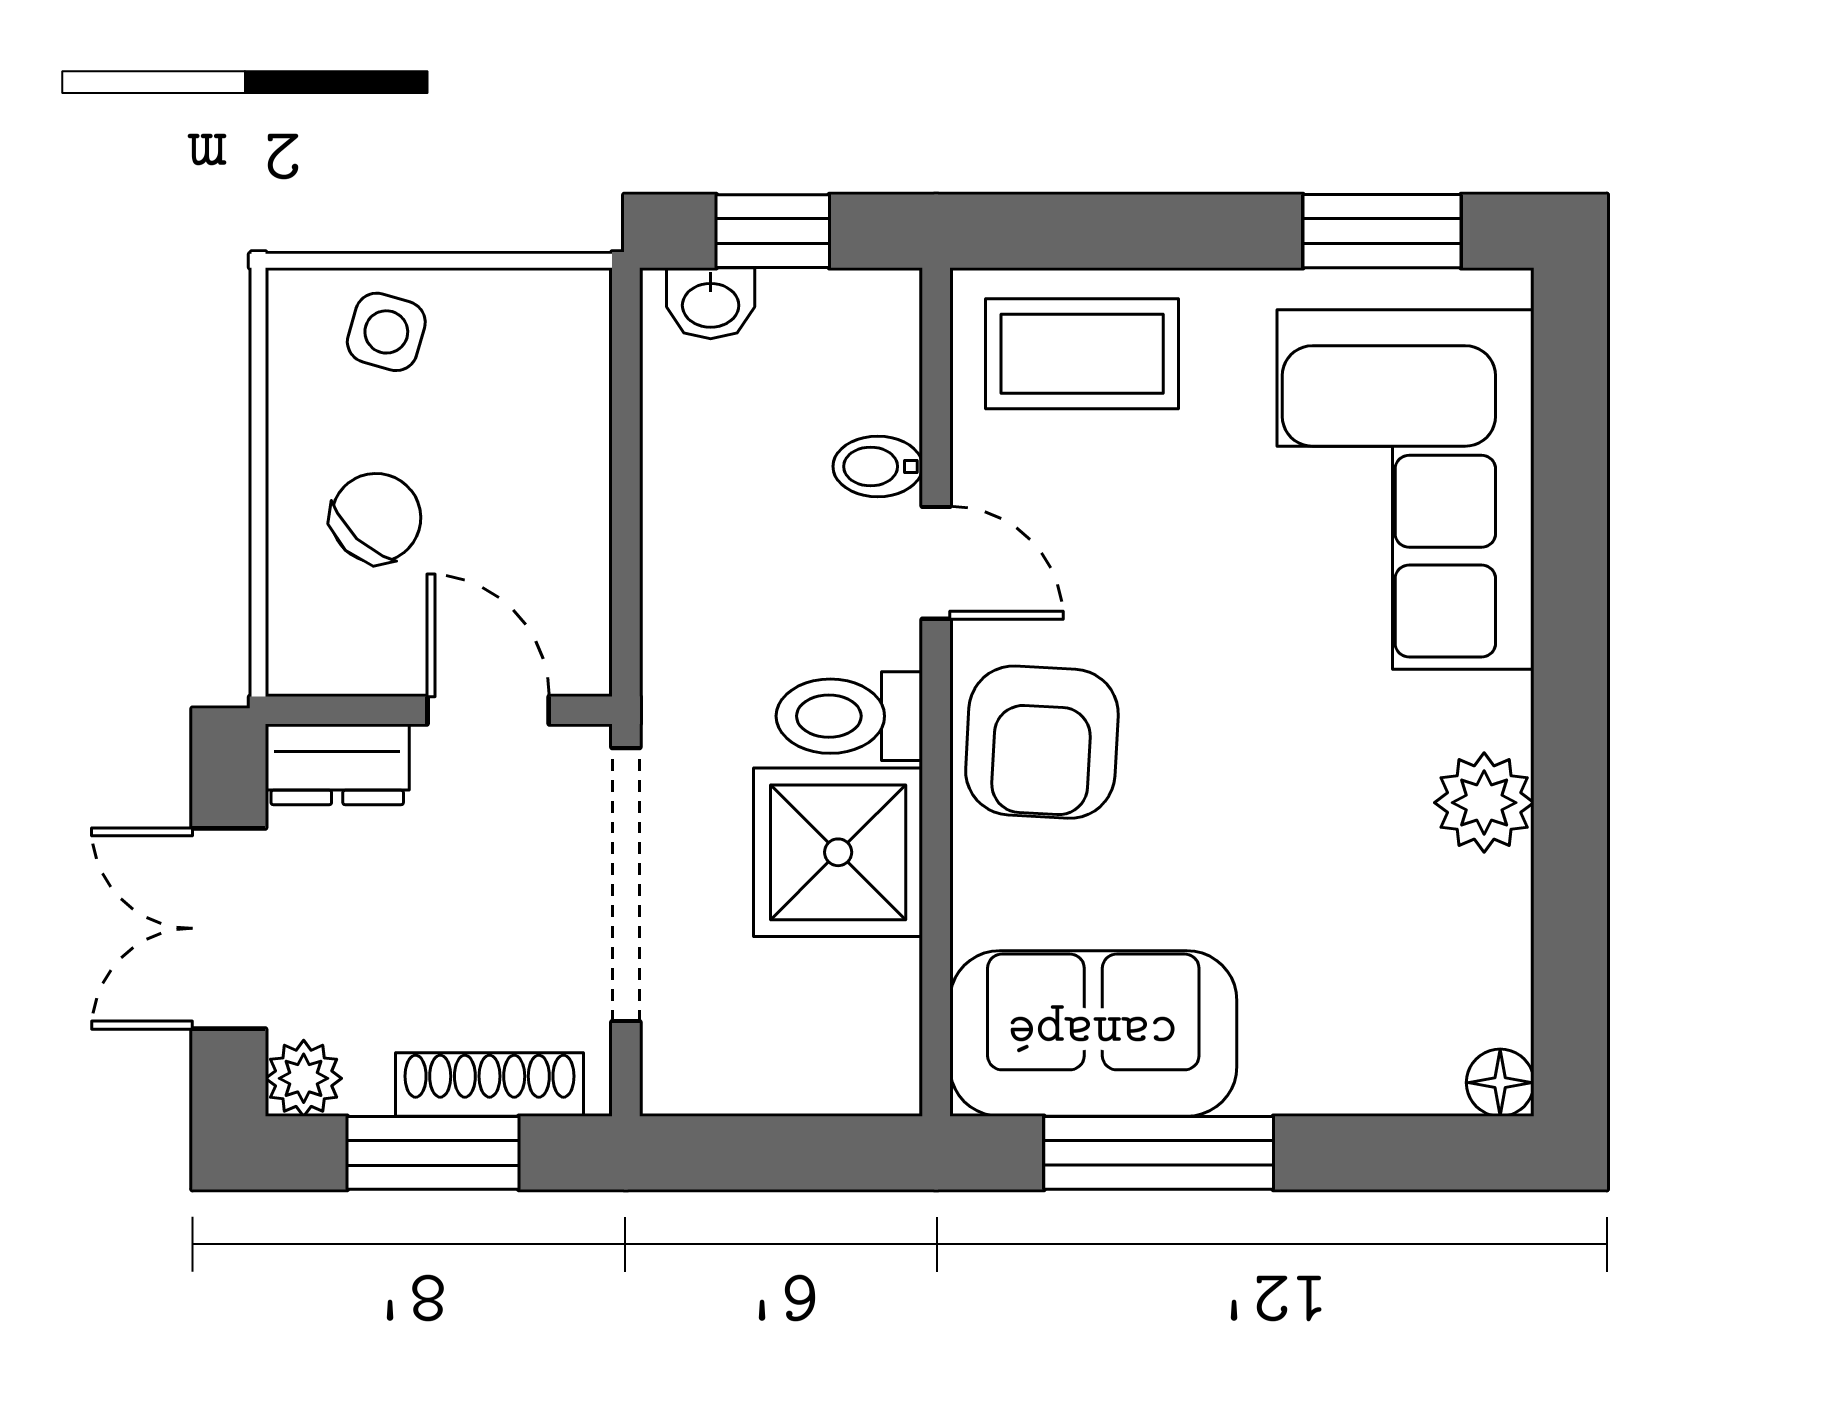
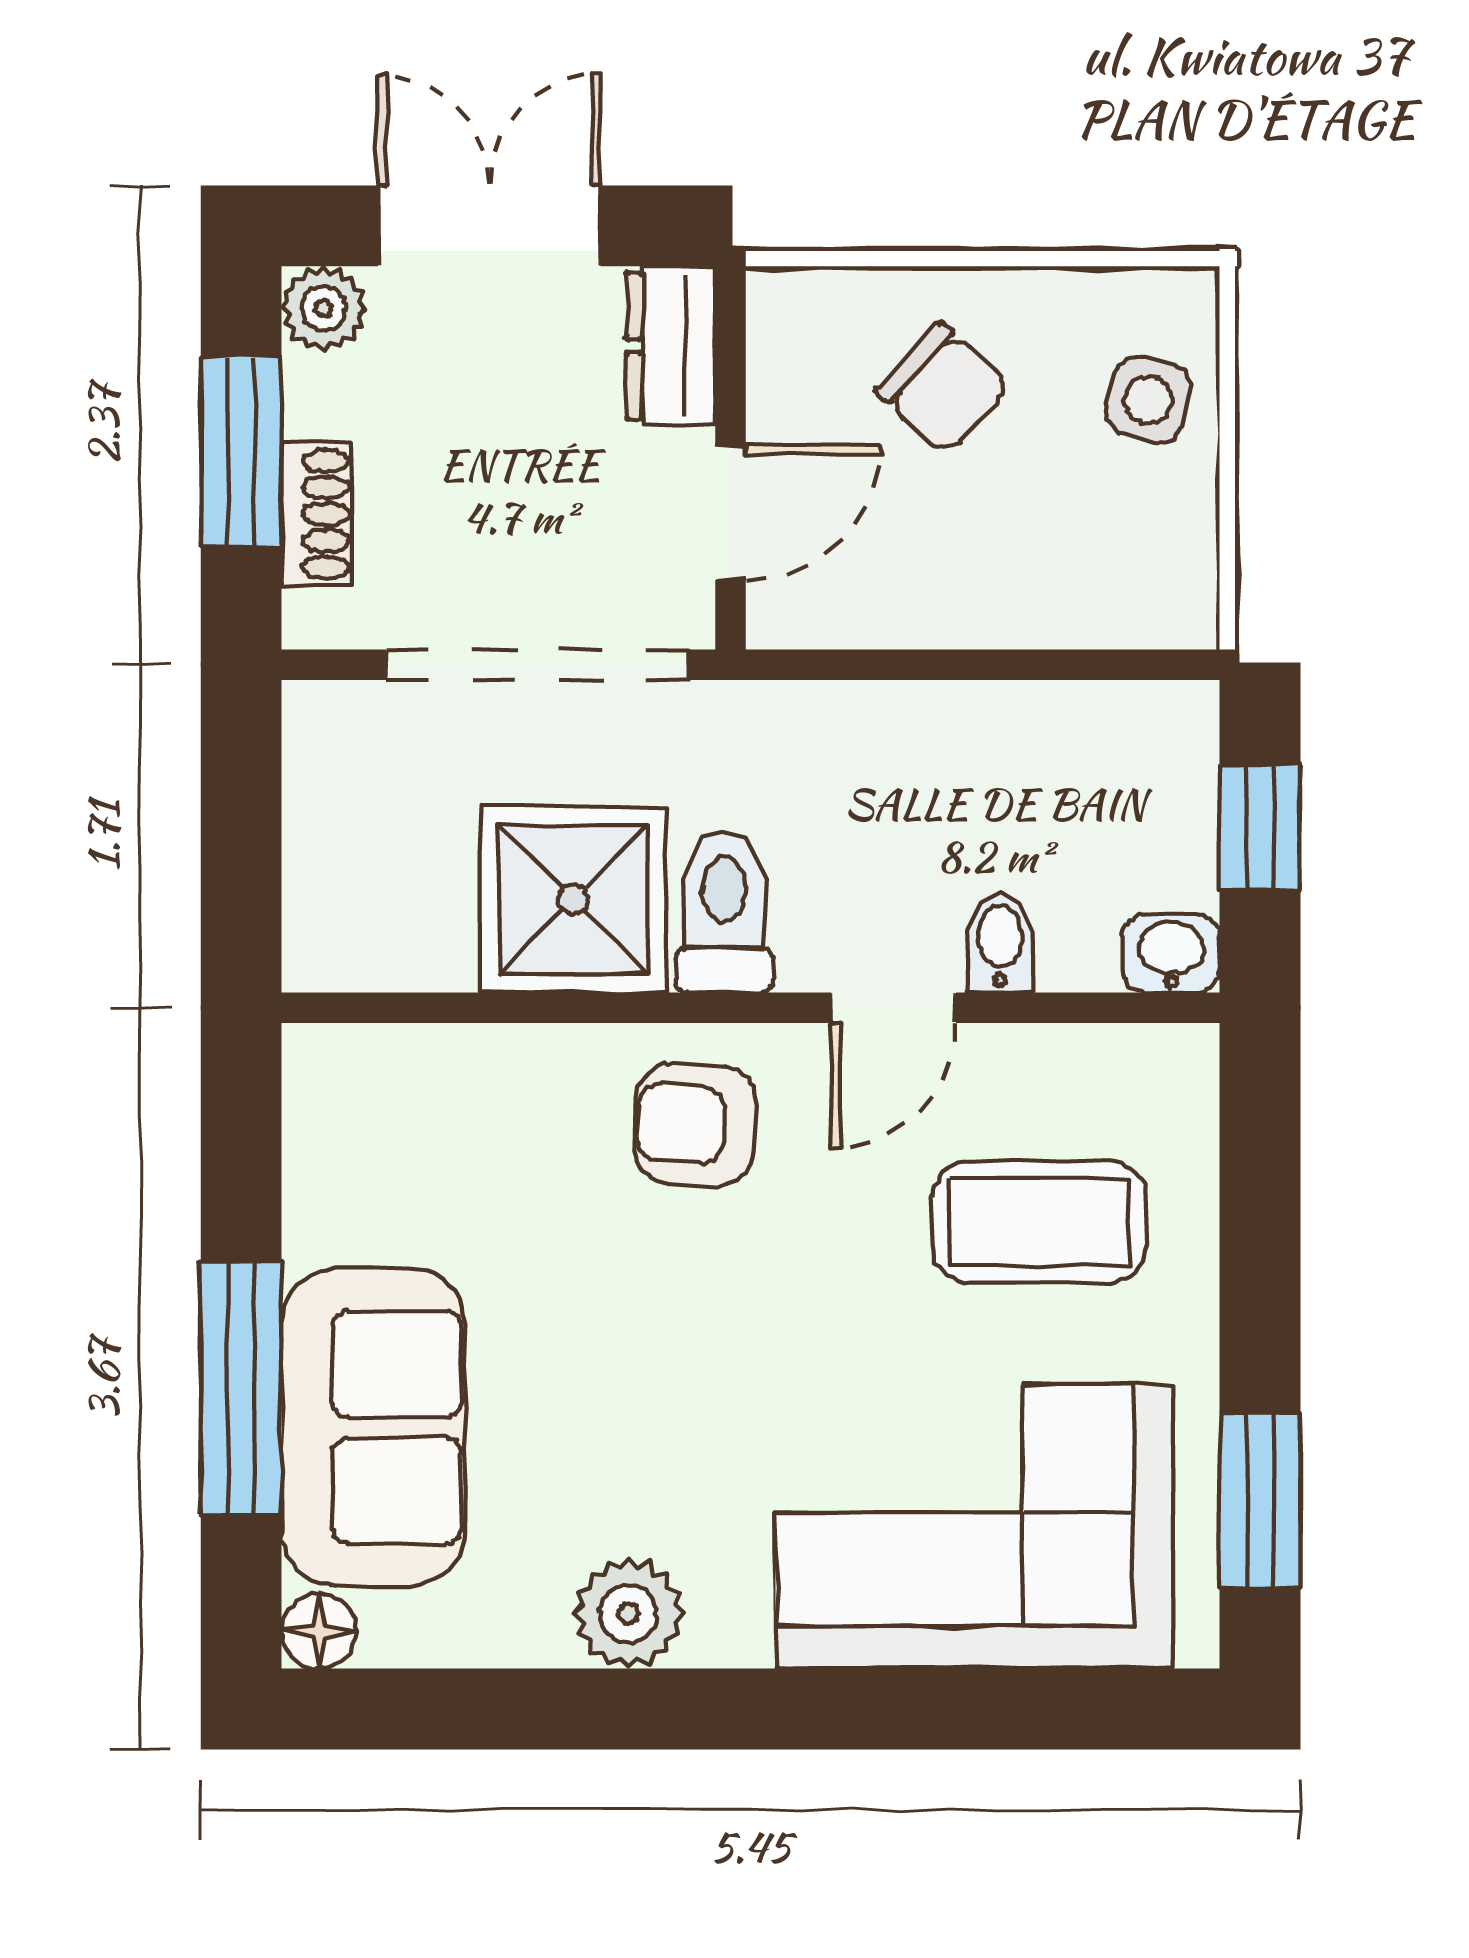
washbasin: (711, 303) -> (1171, 953), moved, turned 90
coffee table: (1082, 354) -> (1039, 1222), moved, turned 90
armchair: (1042, 742) -> (695, 1125), width x0.72, depth x0.72
sofa: (1093, 1033) -> (373, 1427), moved
shoe rack: (490, 1085) -> (317, 514), width x0.70
window: (1159, 1153) -> (241, 1388), moved

